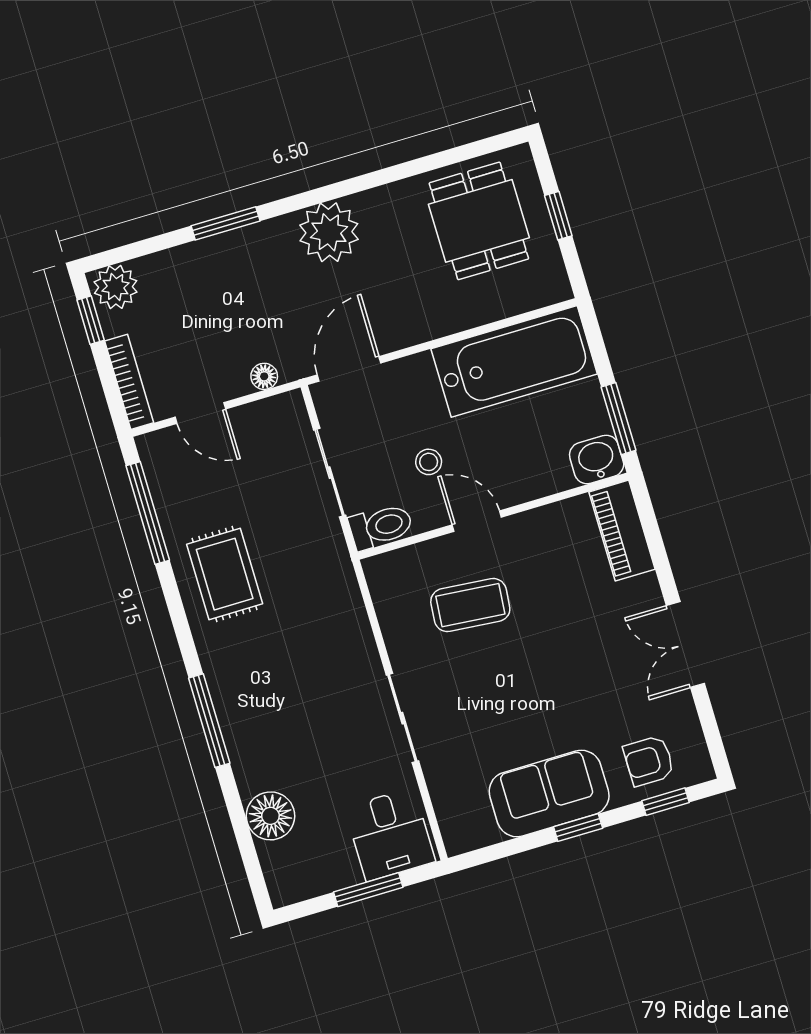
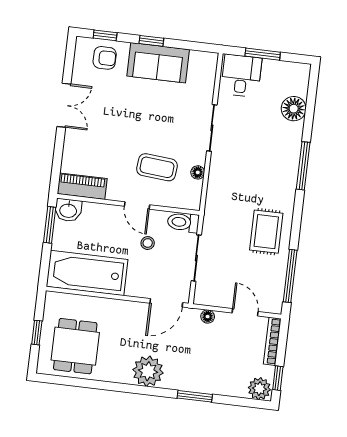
piano: (622, 531) -> (82, 186), moved, turned -90
floor lamp: (393, 627) -> (198, 172), added

